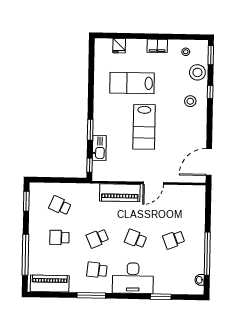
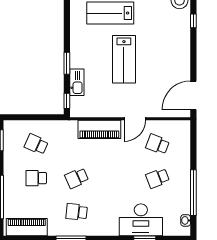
stool: (190, 101) -> (172, 31), removed
school desk: (136, 239) -> (158, 144), moved
desk: (133, 278) -> (141, 220), moved

